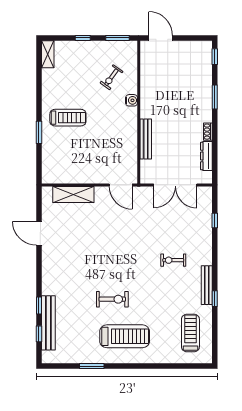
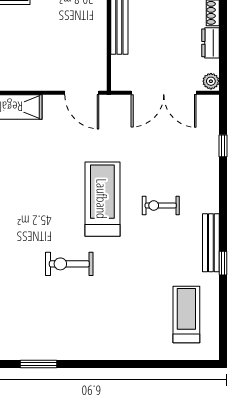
dresser: (206, 156) -> (210, 43), width x0.70
plant: (207, 177) -> (211, 81), added
exercise bike: (112, 299) -> (69, 264), turned 180
treadmill: (125, 336) -> (102, 199), moved, turned -90

